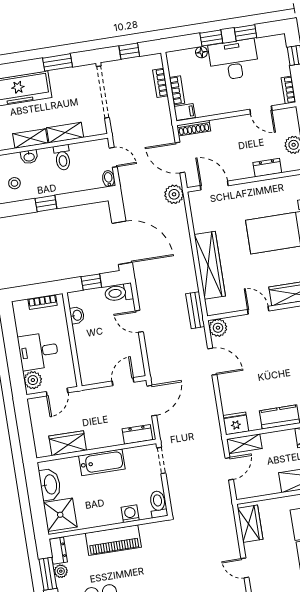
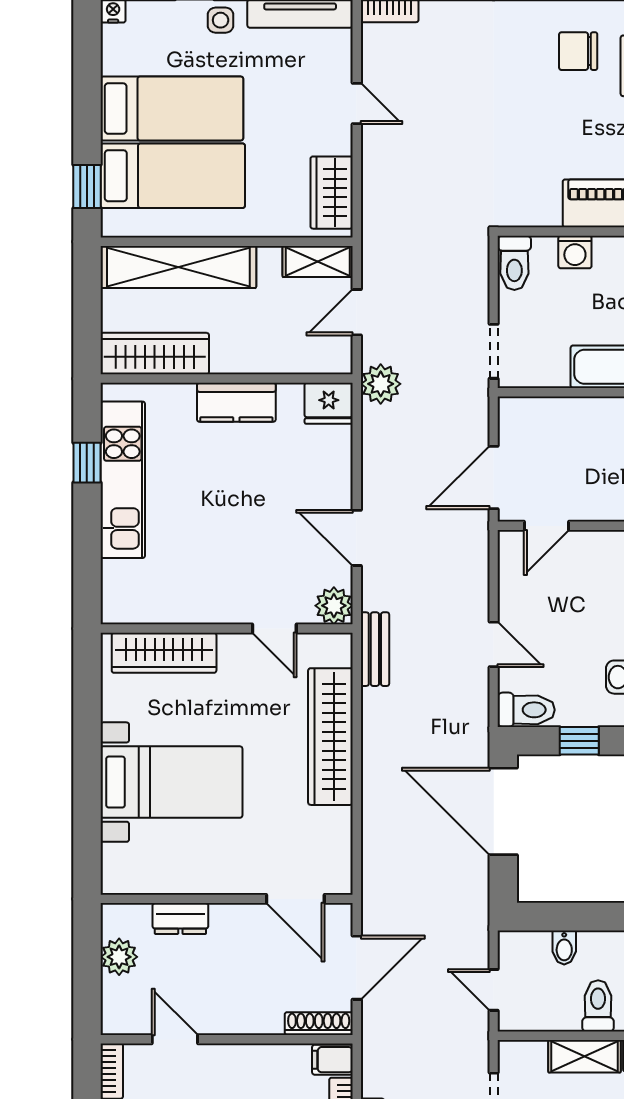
door: (180, 158) -> (357, 968), hinge flipped
bidet: (108, 179) -> (564, 947), moved
plant: (174, 194) -> (381, 384), moved
door: (258, 310) -> (274, 628), moved
dresser: (137, 434) -> (534, 413), removed
shelving: (244, 444) -> (318, 262), moved

